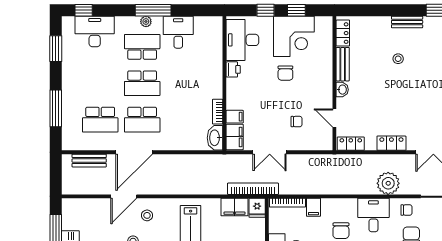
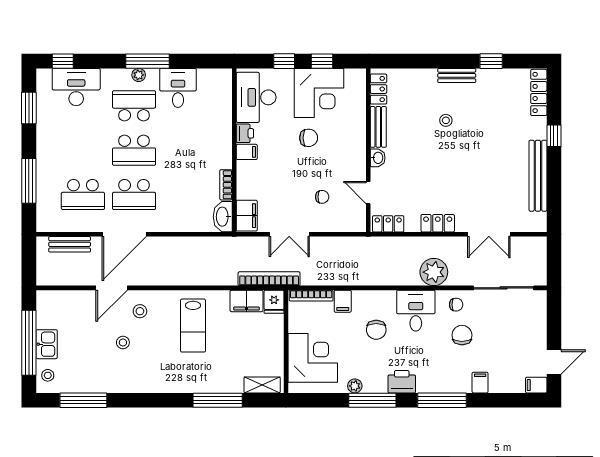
chair: (285, 73) -> (309, 138), turned -90
filing cabinet: (235, 117) -> (247, 152), moved

